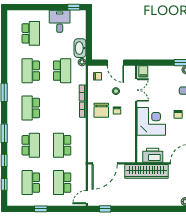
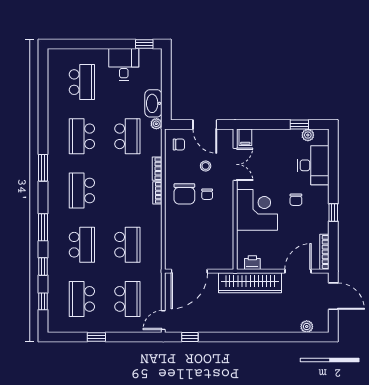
school desk: (62, 145) -> (127, 245), turned 180
printer: (153, 155) -> (252, 263), width x0.53, depth x0.68
school desk: (62, 183) -> (127, 299), turned 180

